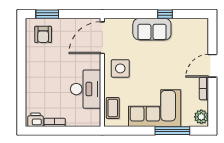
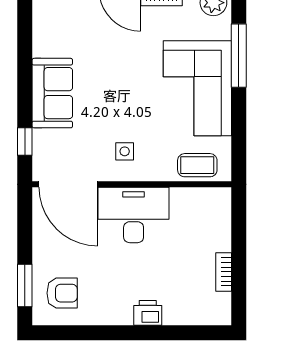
window: (165, 14) -> (25, 142), moved
side table: (120, 68) -> (125, 151), width x0.54, depth x0.54
desk: (86, 89) -> (134, 215), moved
printer: (35, 120) -> (148, 313), moved, turned 90

